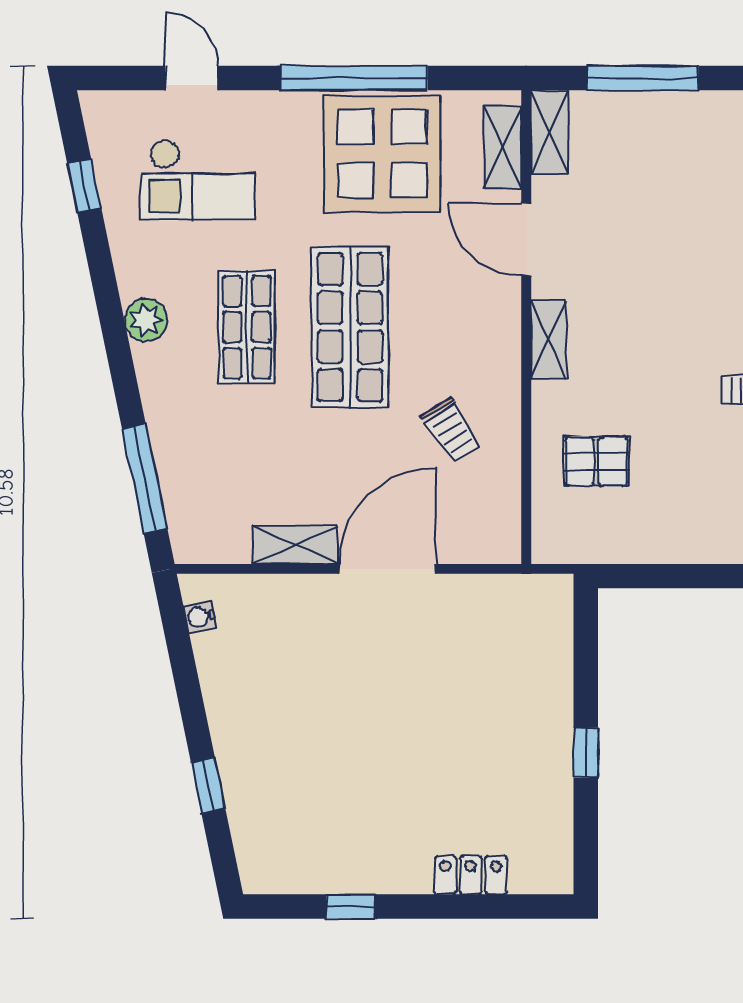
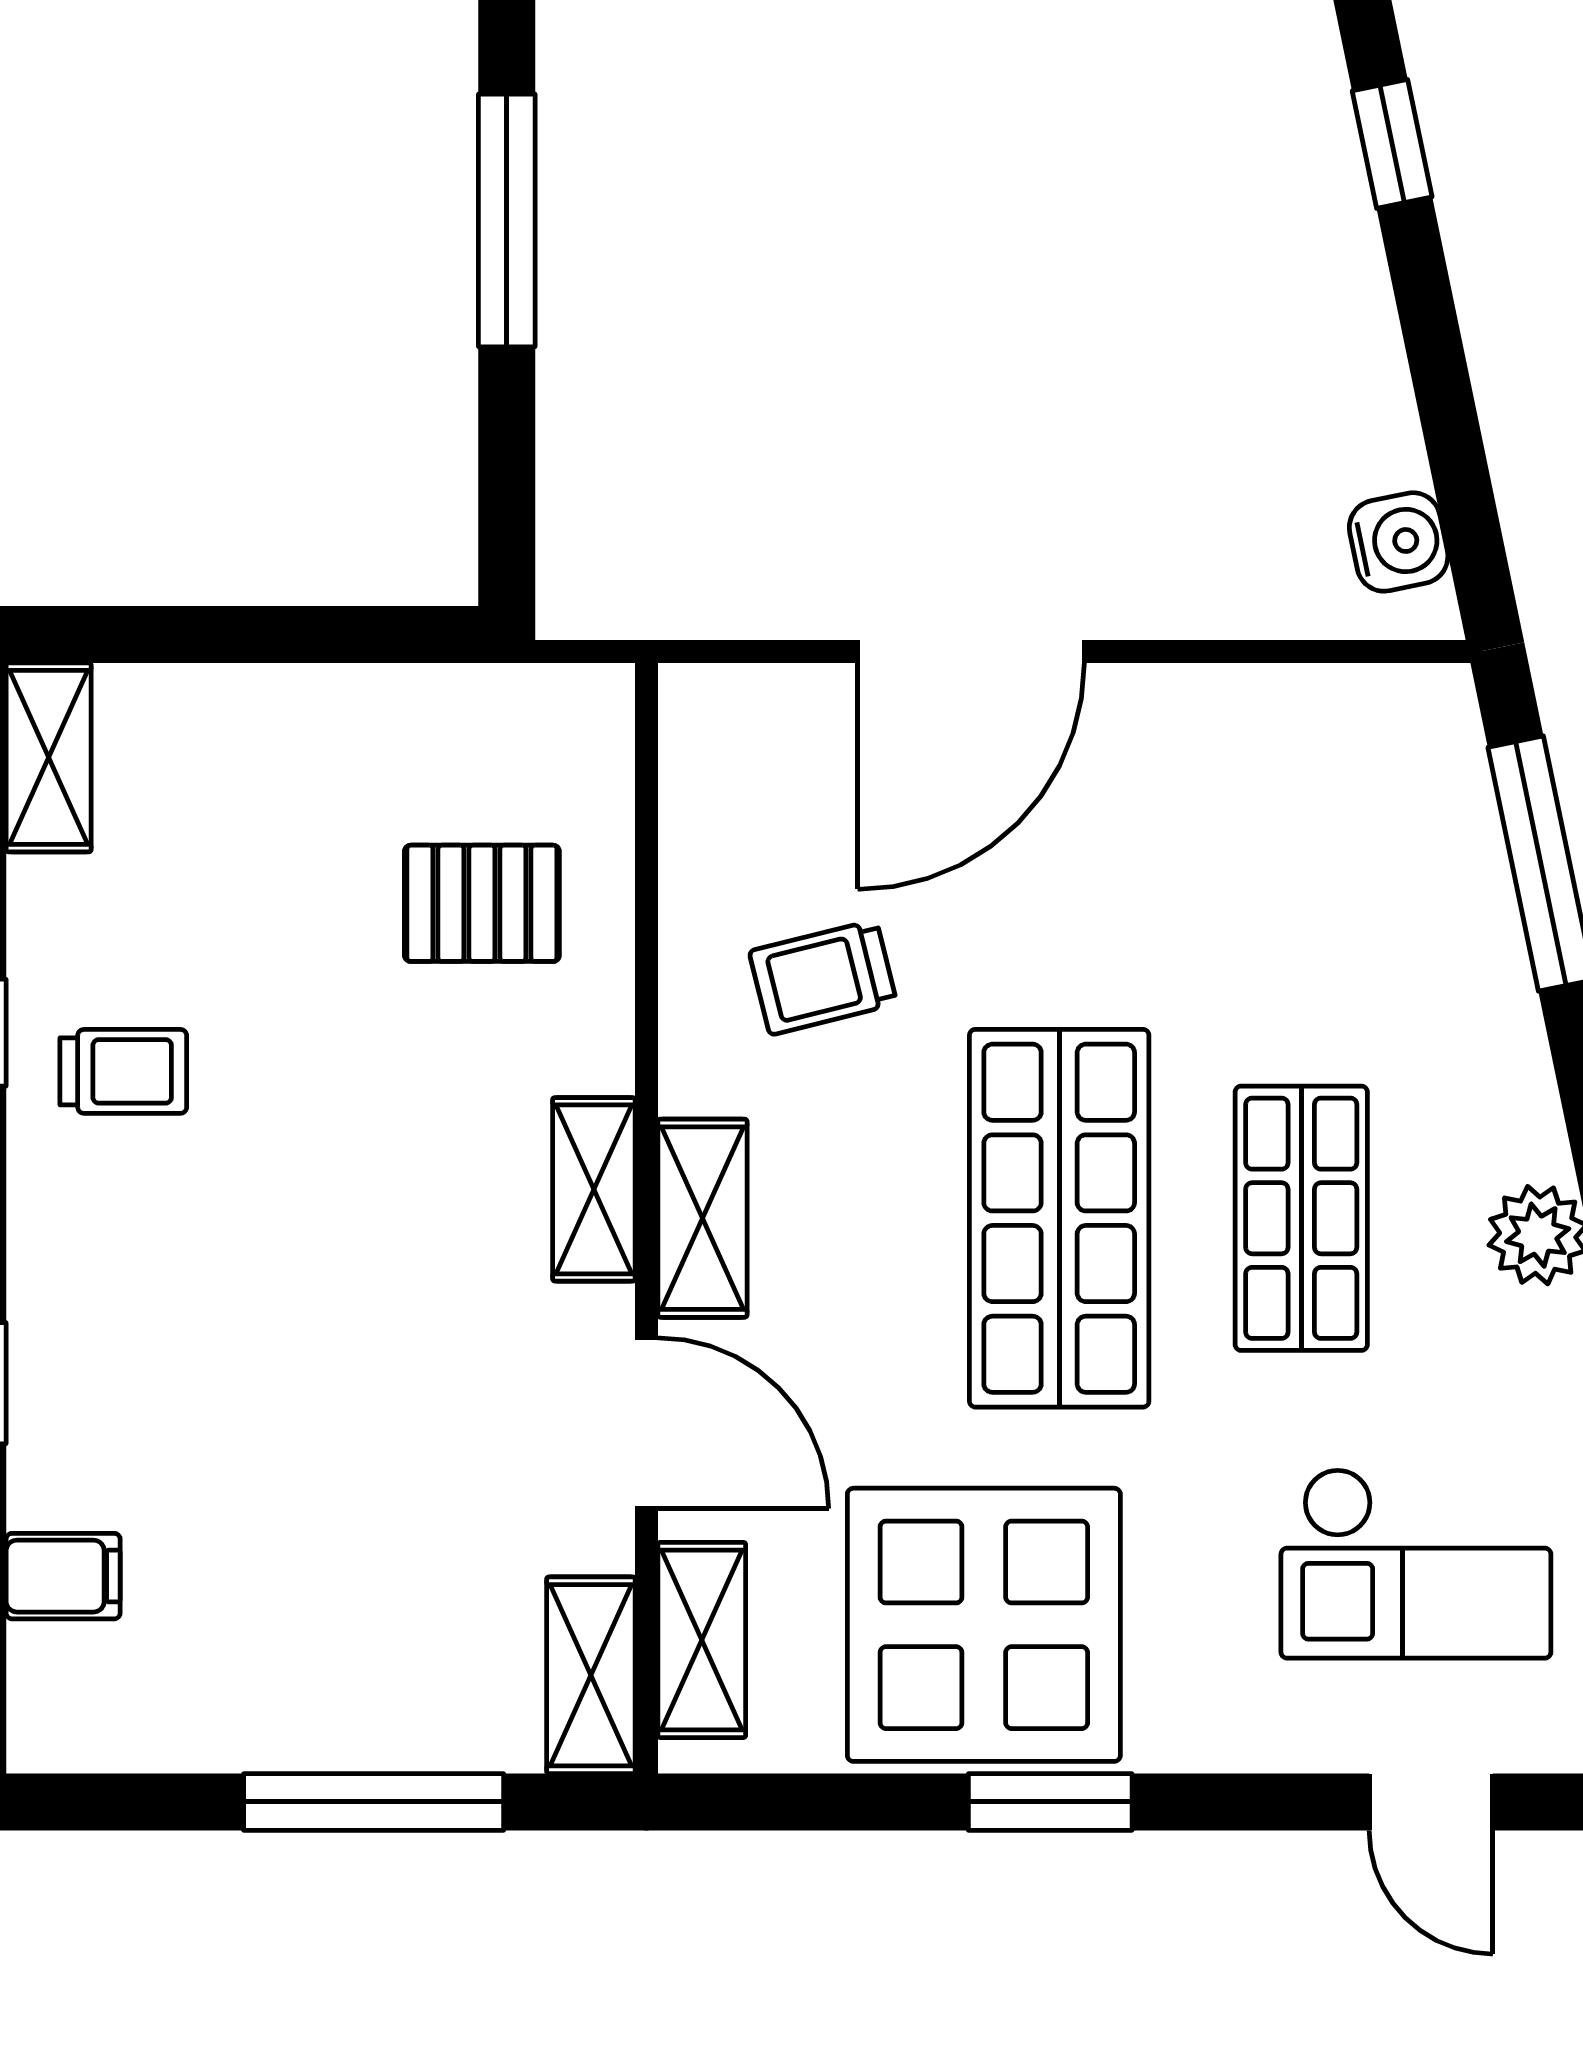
window: (354, 78) -> (1050, 1802), width x0.47
checkout: (198, 180) -> (1416, 1563), turned 180
trolley: (451, 430) -> (823, 977), turned -71
shelving: (295, 545) -> (702, 1218), moved, turned 90
water cooler: (200, 617) -> (1399, 542), width x1.38, depth x1.38
window: (586, 753) -> (507, 220), width x2.17

